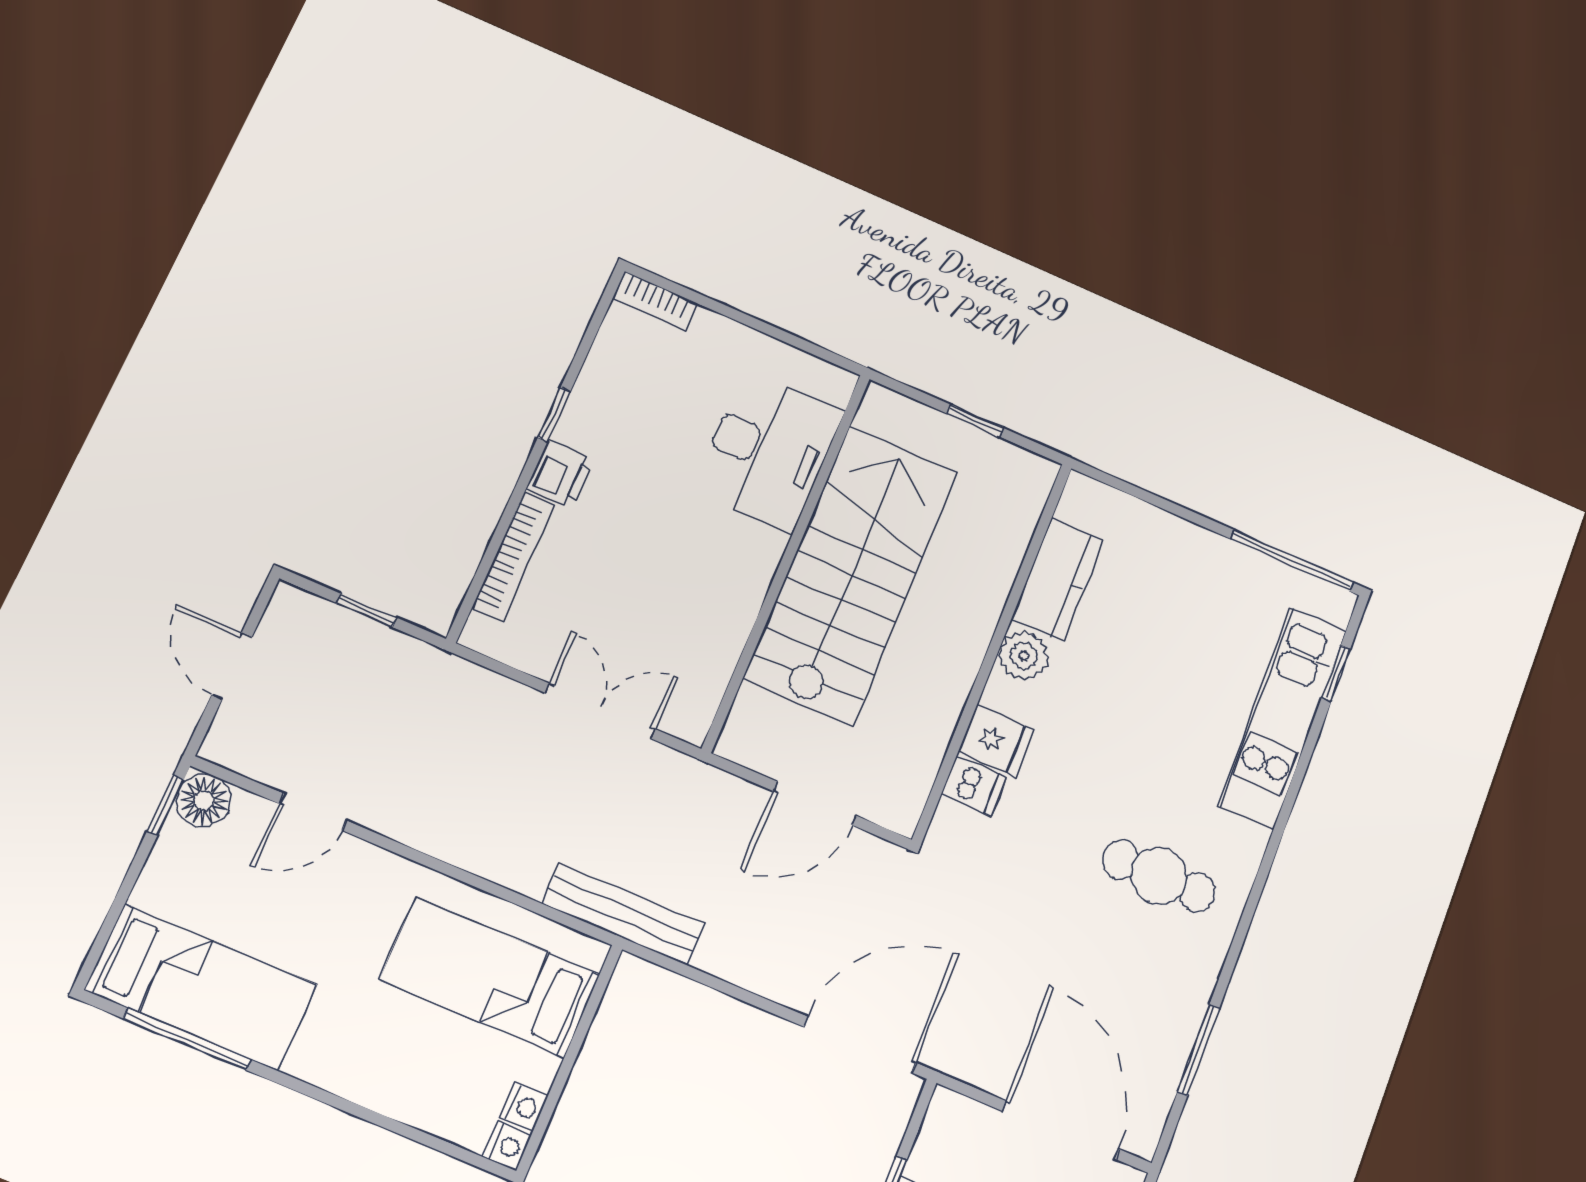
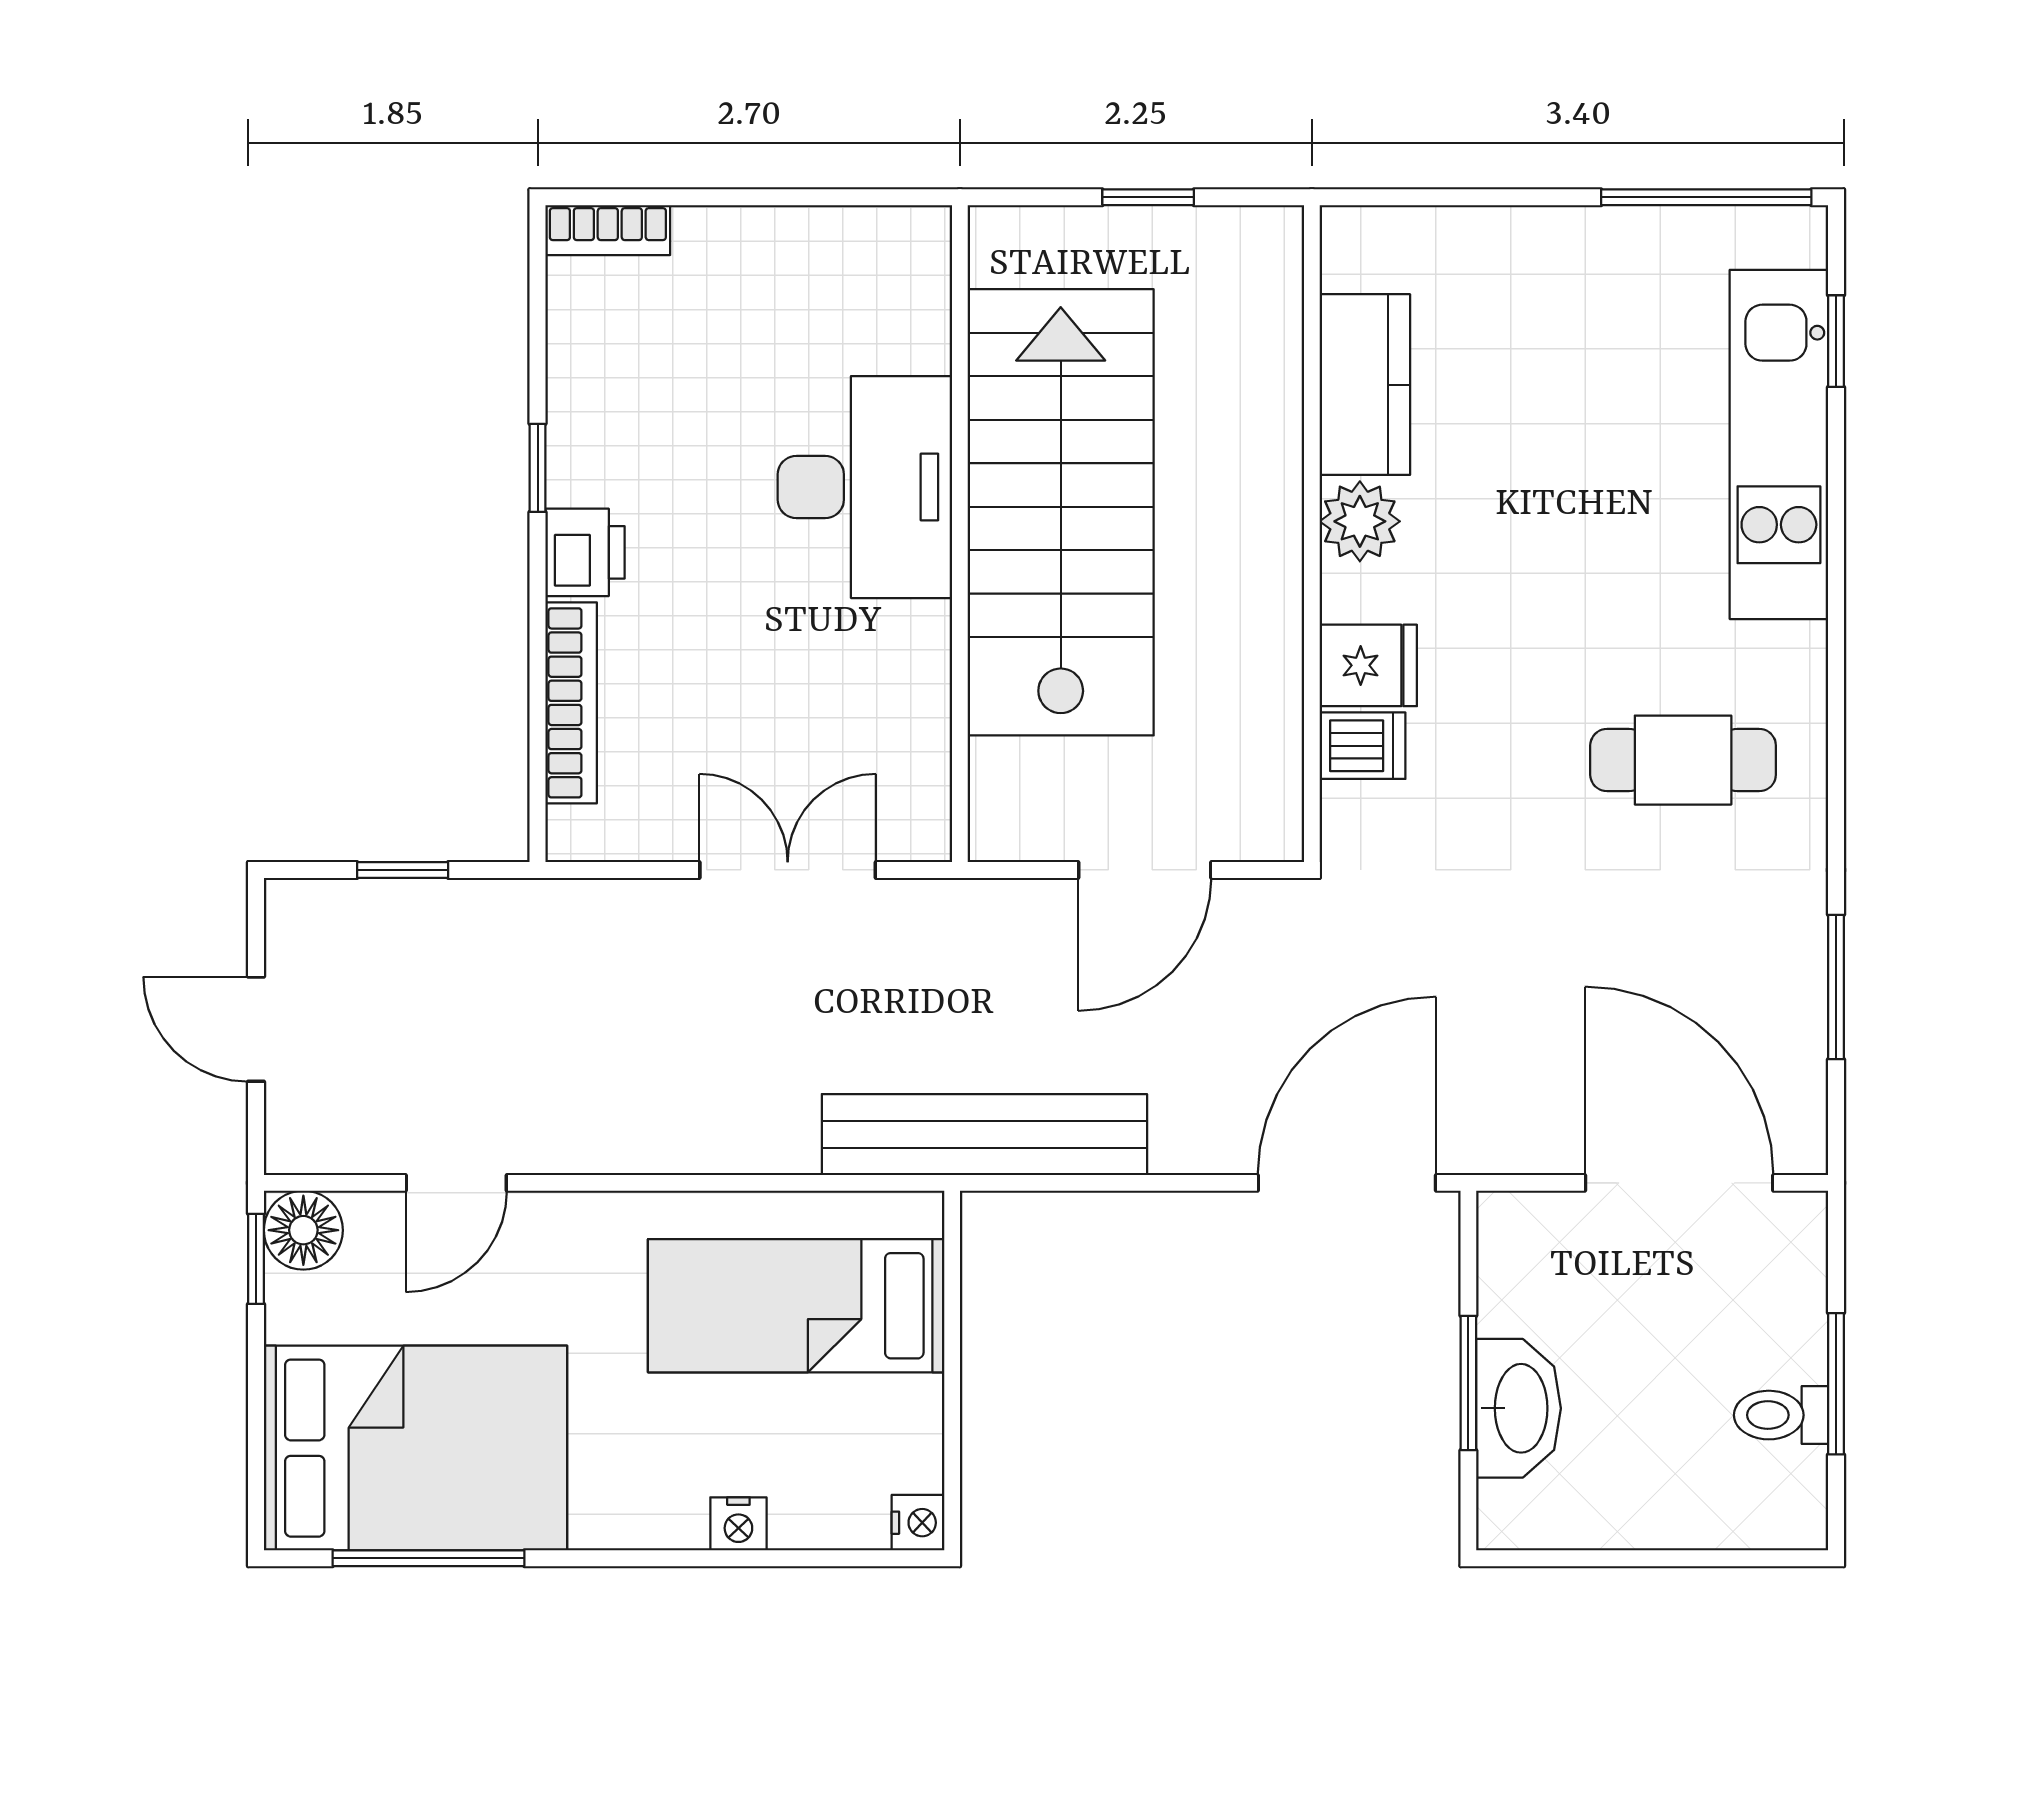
desk: (768, 451) -> (865, 487), moved
bench: (623, 914) -> (984, 1135), width x1.37, depth x1.21
bed: (201, 987) -> (415, 1448), width x1.50
nightstand: (524, 1107) -> (738, 1524), moved, turned 90

